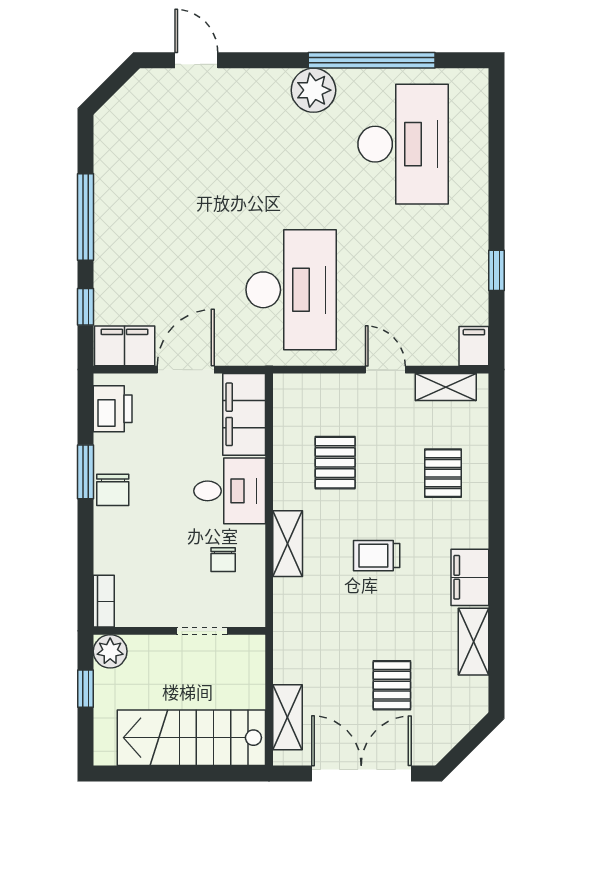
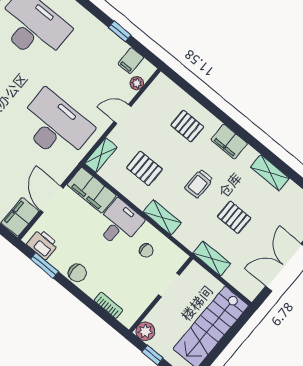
filing cabinet: (474, 346) -> (131, 61), moved, turned -90
plant: (445, 354) -> (137, 83), added
shelving: (446, 387) -> (101, 155), moved
window: (86, 472) -> (45, 265), moved
filing cabinet: (470, 577) -> (229, 142), moved
bookcase: (104, 601) -> (108, 305), moved
pallet: (392, 685) -> (234, 217), moved
shelving: (288, 717) -> (212, 259), moved

